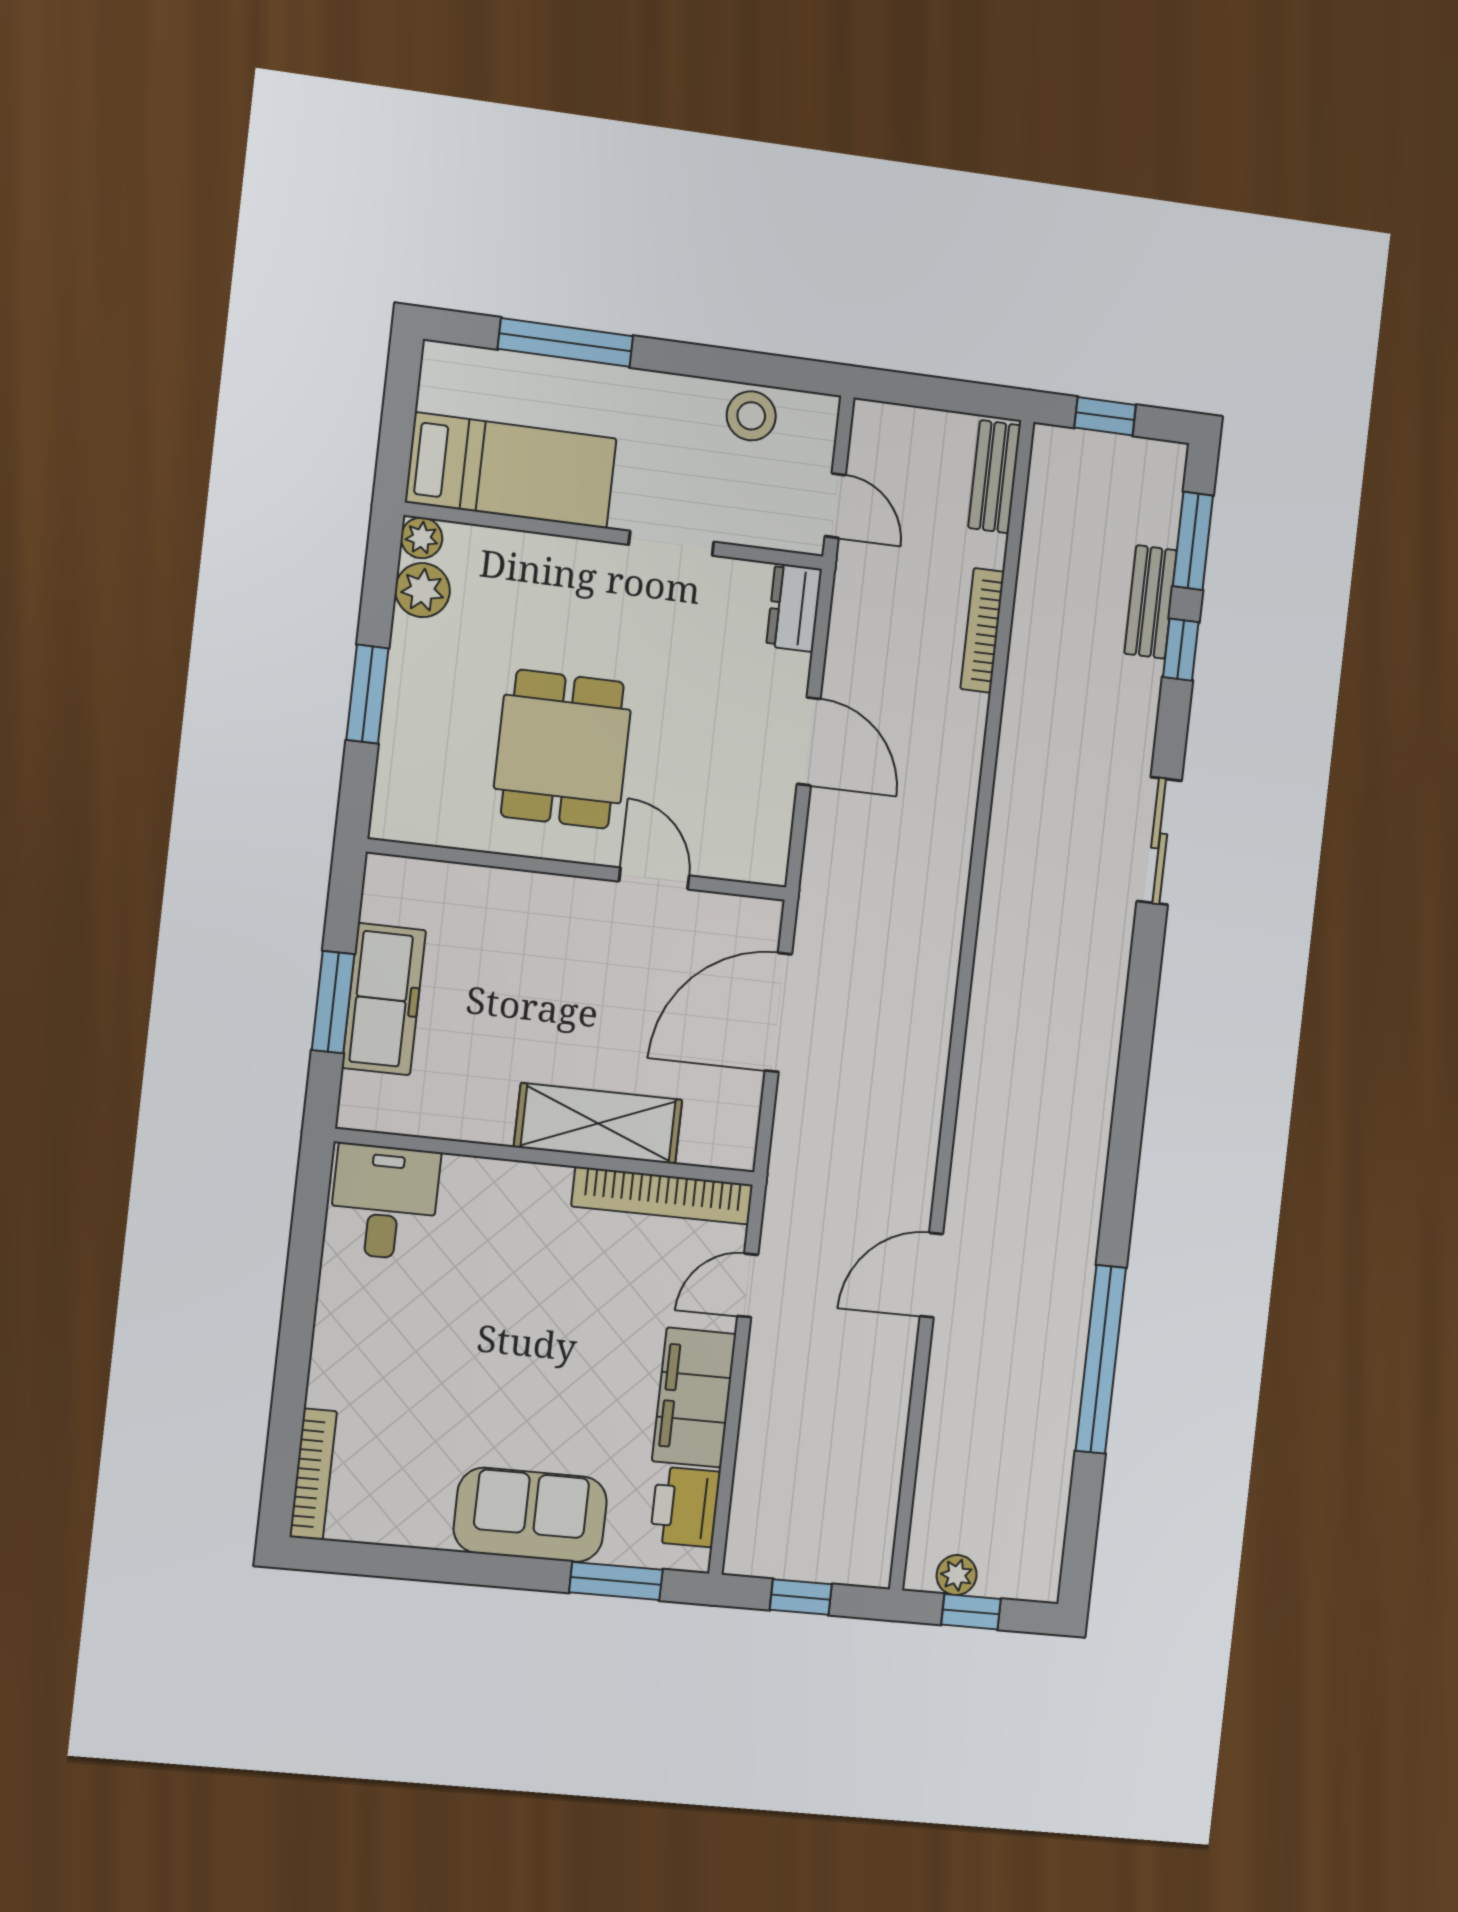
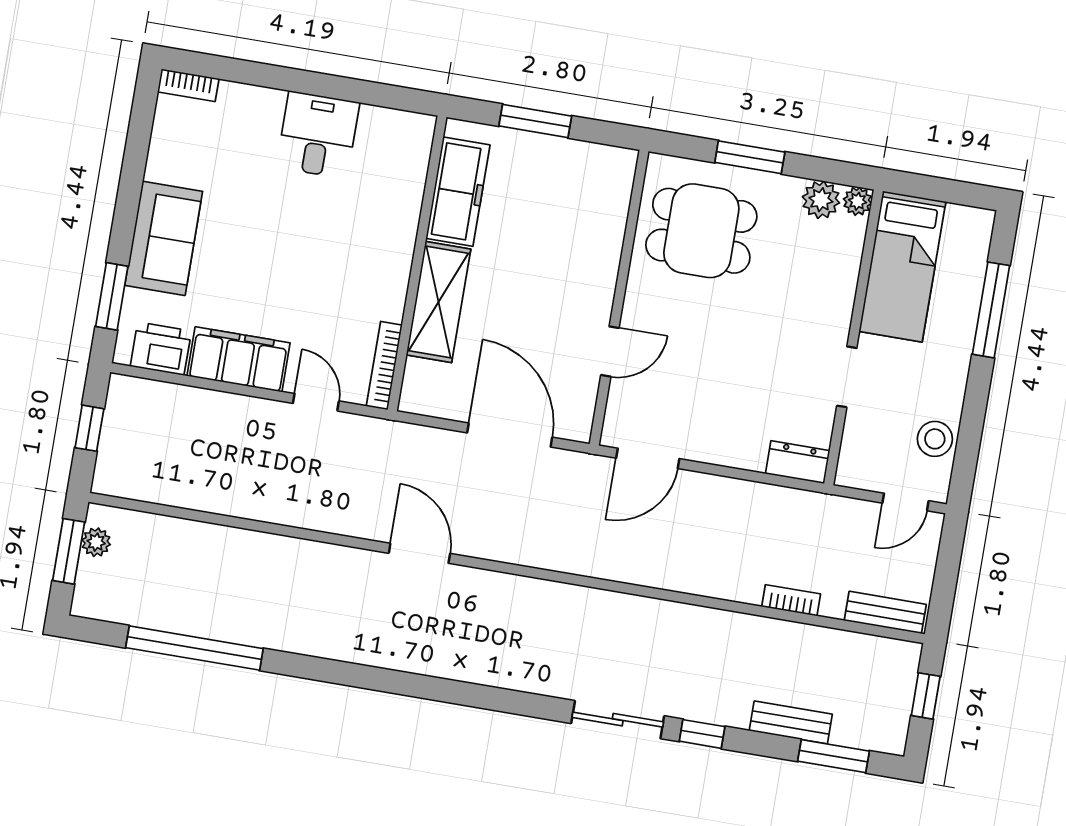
door: (835, 506) -> (906, 502), moved
bookcase: (982, 630) -> (791, 600), width x0.64
window: (1181, 650) -> (702, 734), moved
door: (809, 741) -> (648, 458), moved
dining table: (562, 749) -> (701, 231), moved
freezer: (384, 999) -> (458, 192), moved, turned -90
bookcase: (662, 1196) -> (384, 366), width x0.68, depth x0.76
desk: (384, 1202) -> (318, 135), moved, turned -90
door: (931, 1275) -> (419, 553), moved
window: (1101, 1359) -> (194, 648), moved
bookcase: (313, 1474) -> (188, 85), width x0.64
window: (971, 1612) -> (69, 551), width x1.50

